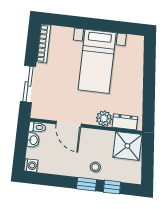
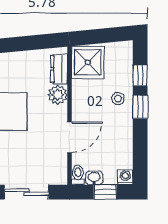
window: (21, 148) -> (105, 192), added

